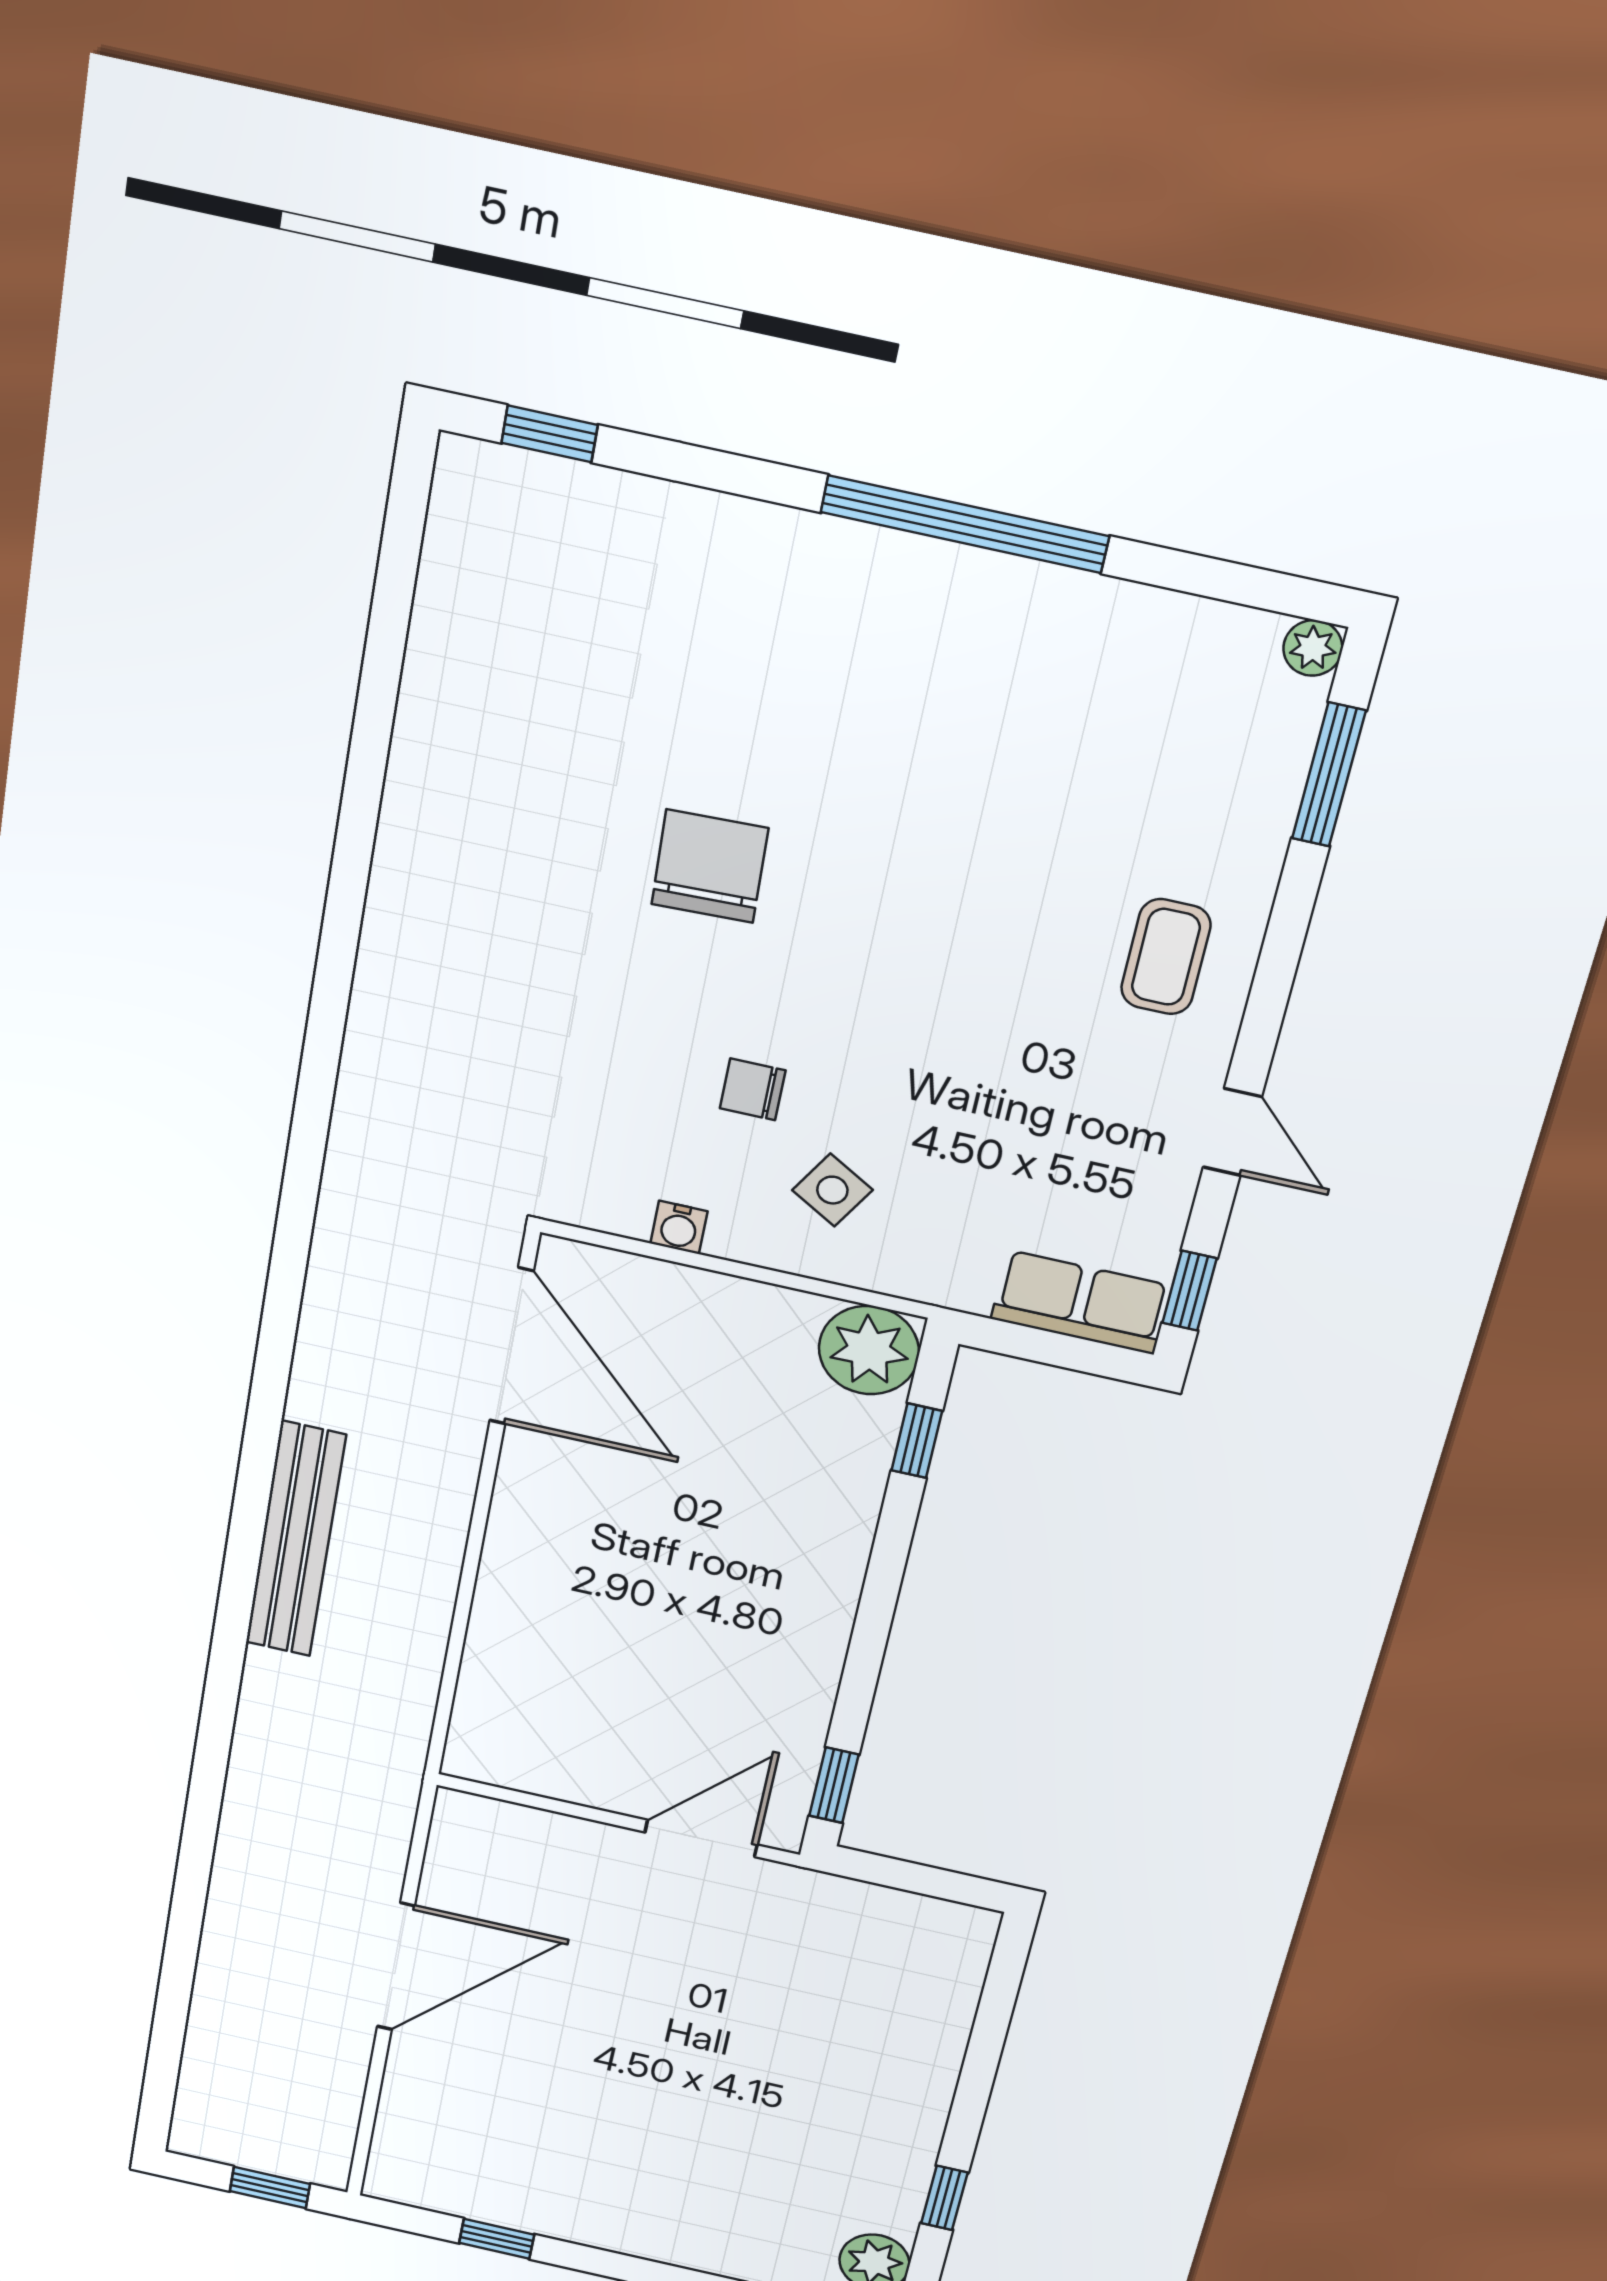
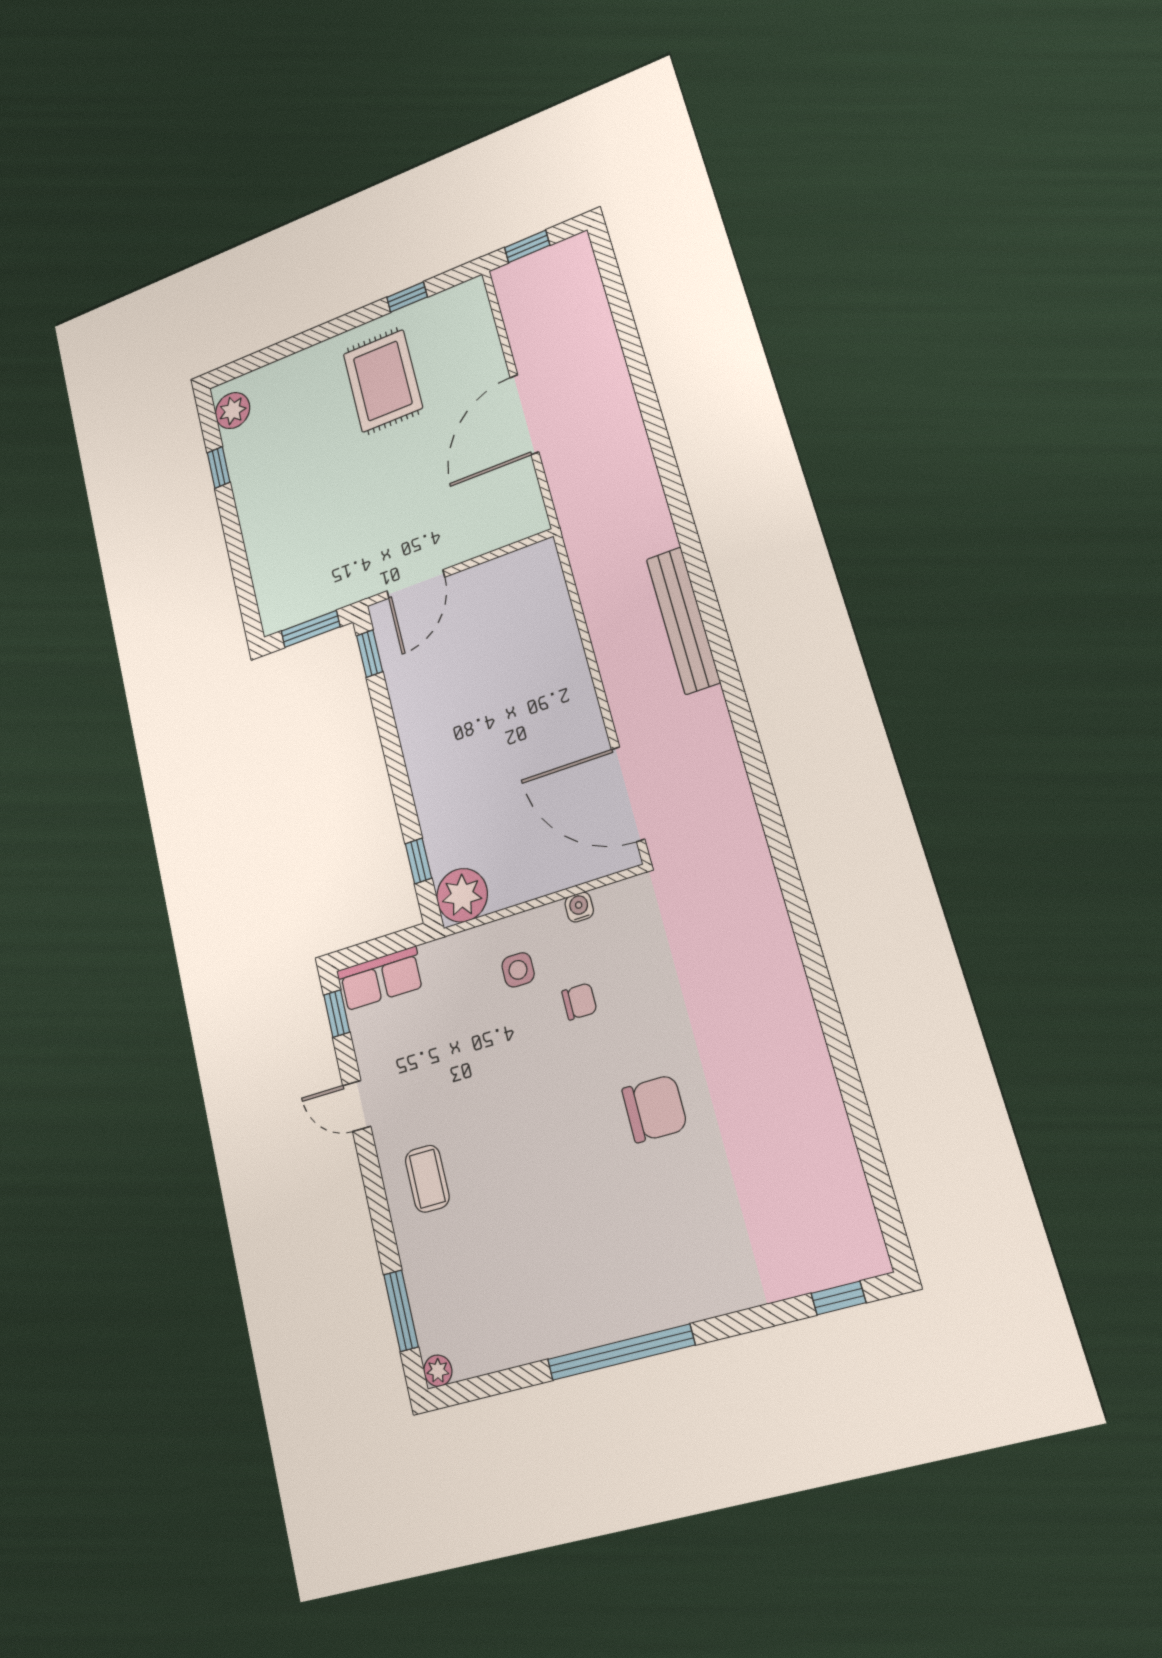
chair: (710, 866) -> (655, 1109), turned -88
side table: (832, 1190) -> (518, 970), turned -31
window: (916, 1878) -> (311, 629), added
rug: (599, 2150) -> (383, 381), added

